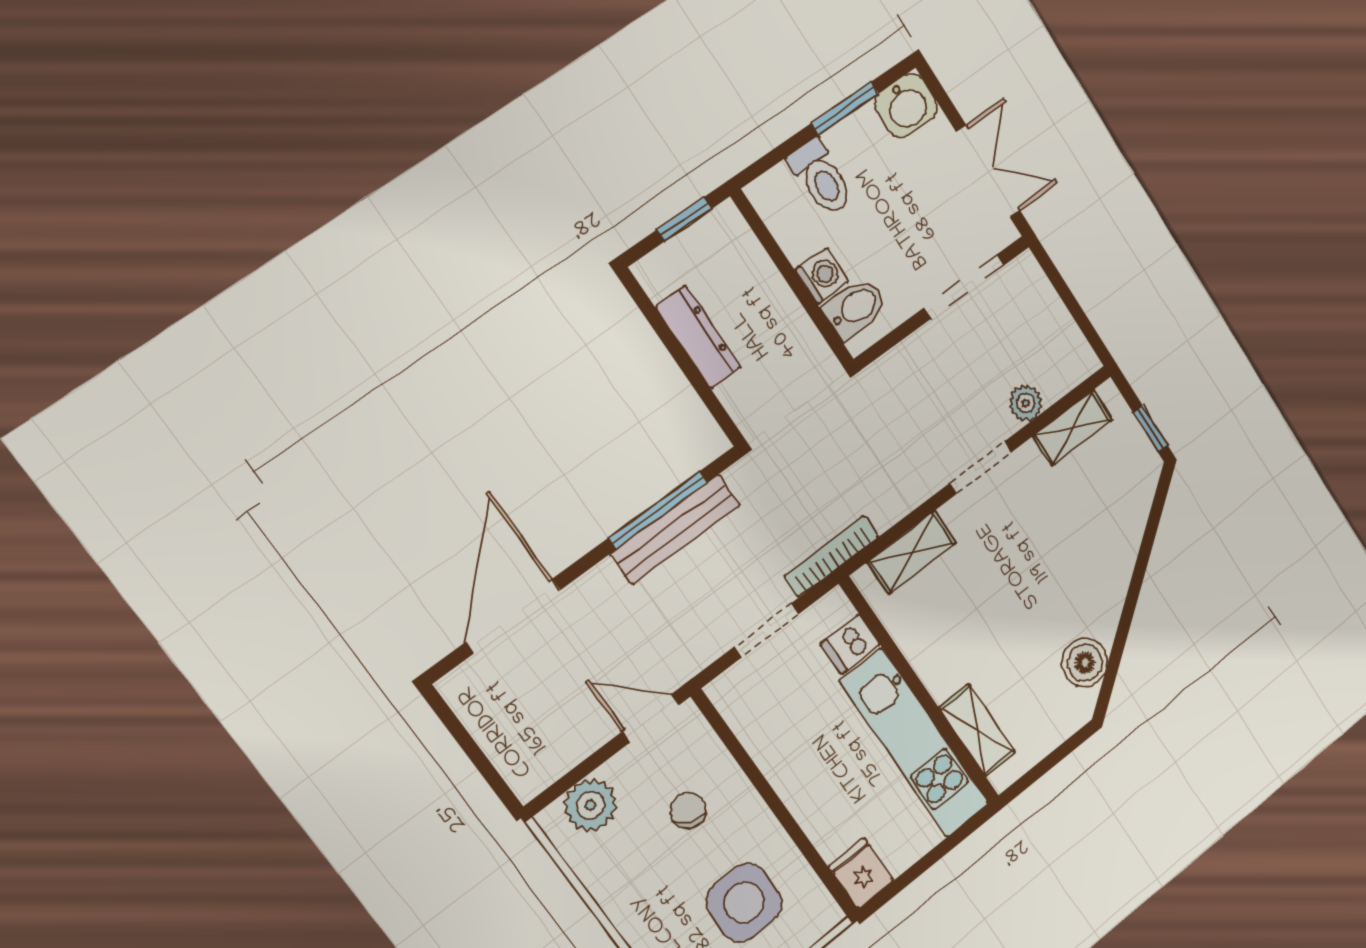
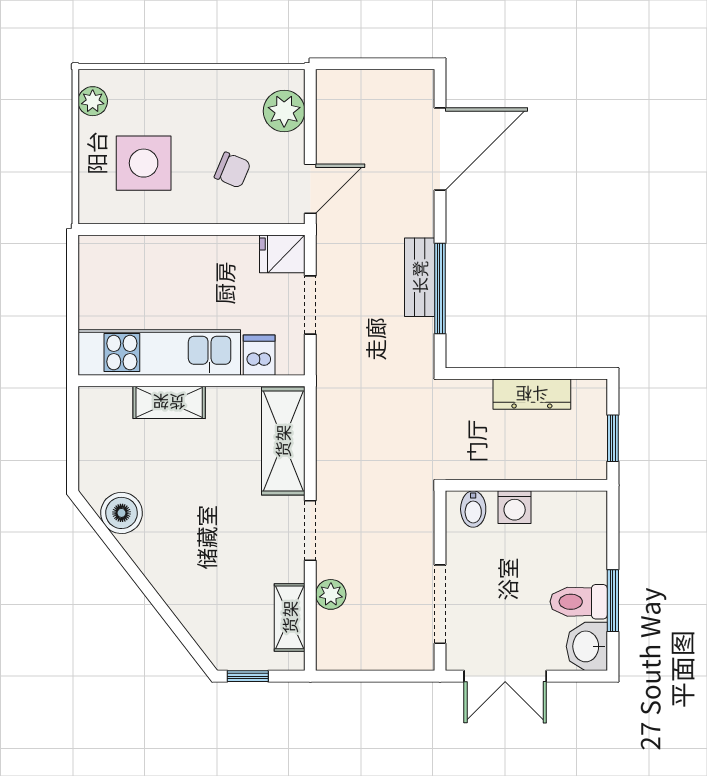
toilet: (821, 177) -> (579, 602), moved
bidet: (855, 308) -> (473, 509), width x0.72, depth x0.74
bench: (676, 529) -> (420, 277), width x0.73
shelving: (912, 552) -> (283, 441), width x1.50, depth x1.33
bookcase: (831, 556) -> (326, 383), removed
door: (513, 616) -> (440, 149), hinge flipped
shelving: (977, 730) -> (169, 402), moved
fridge: (861, 873) -> (282, 254), moved, turned 180

